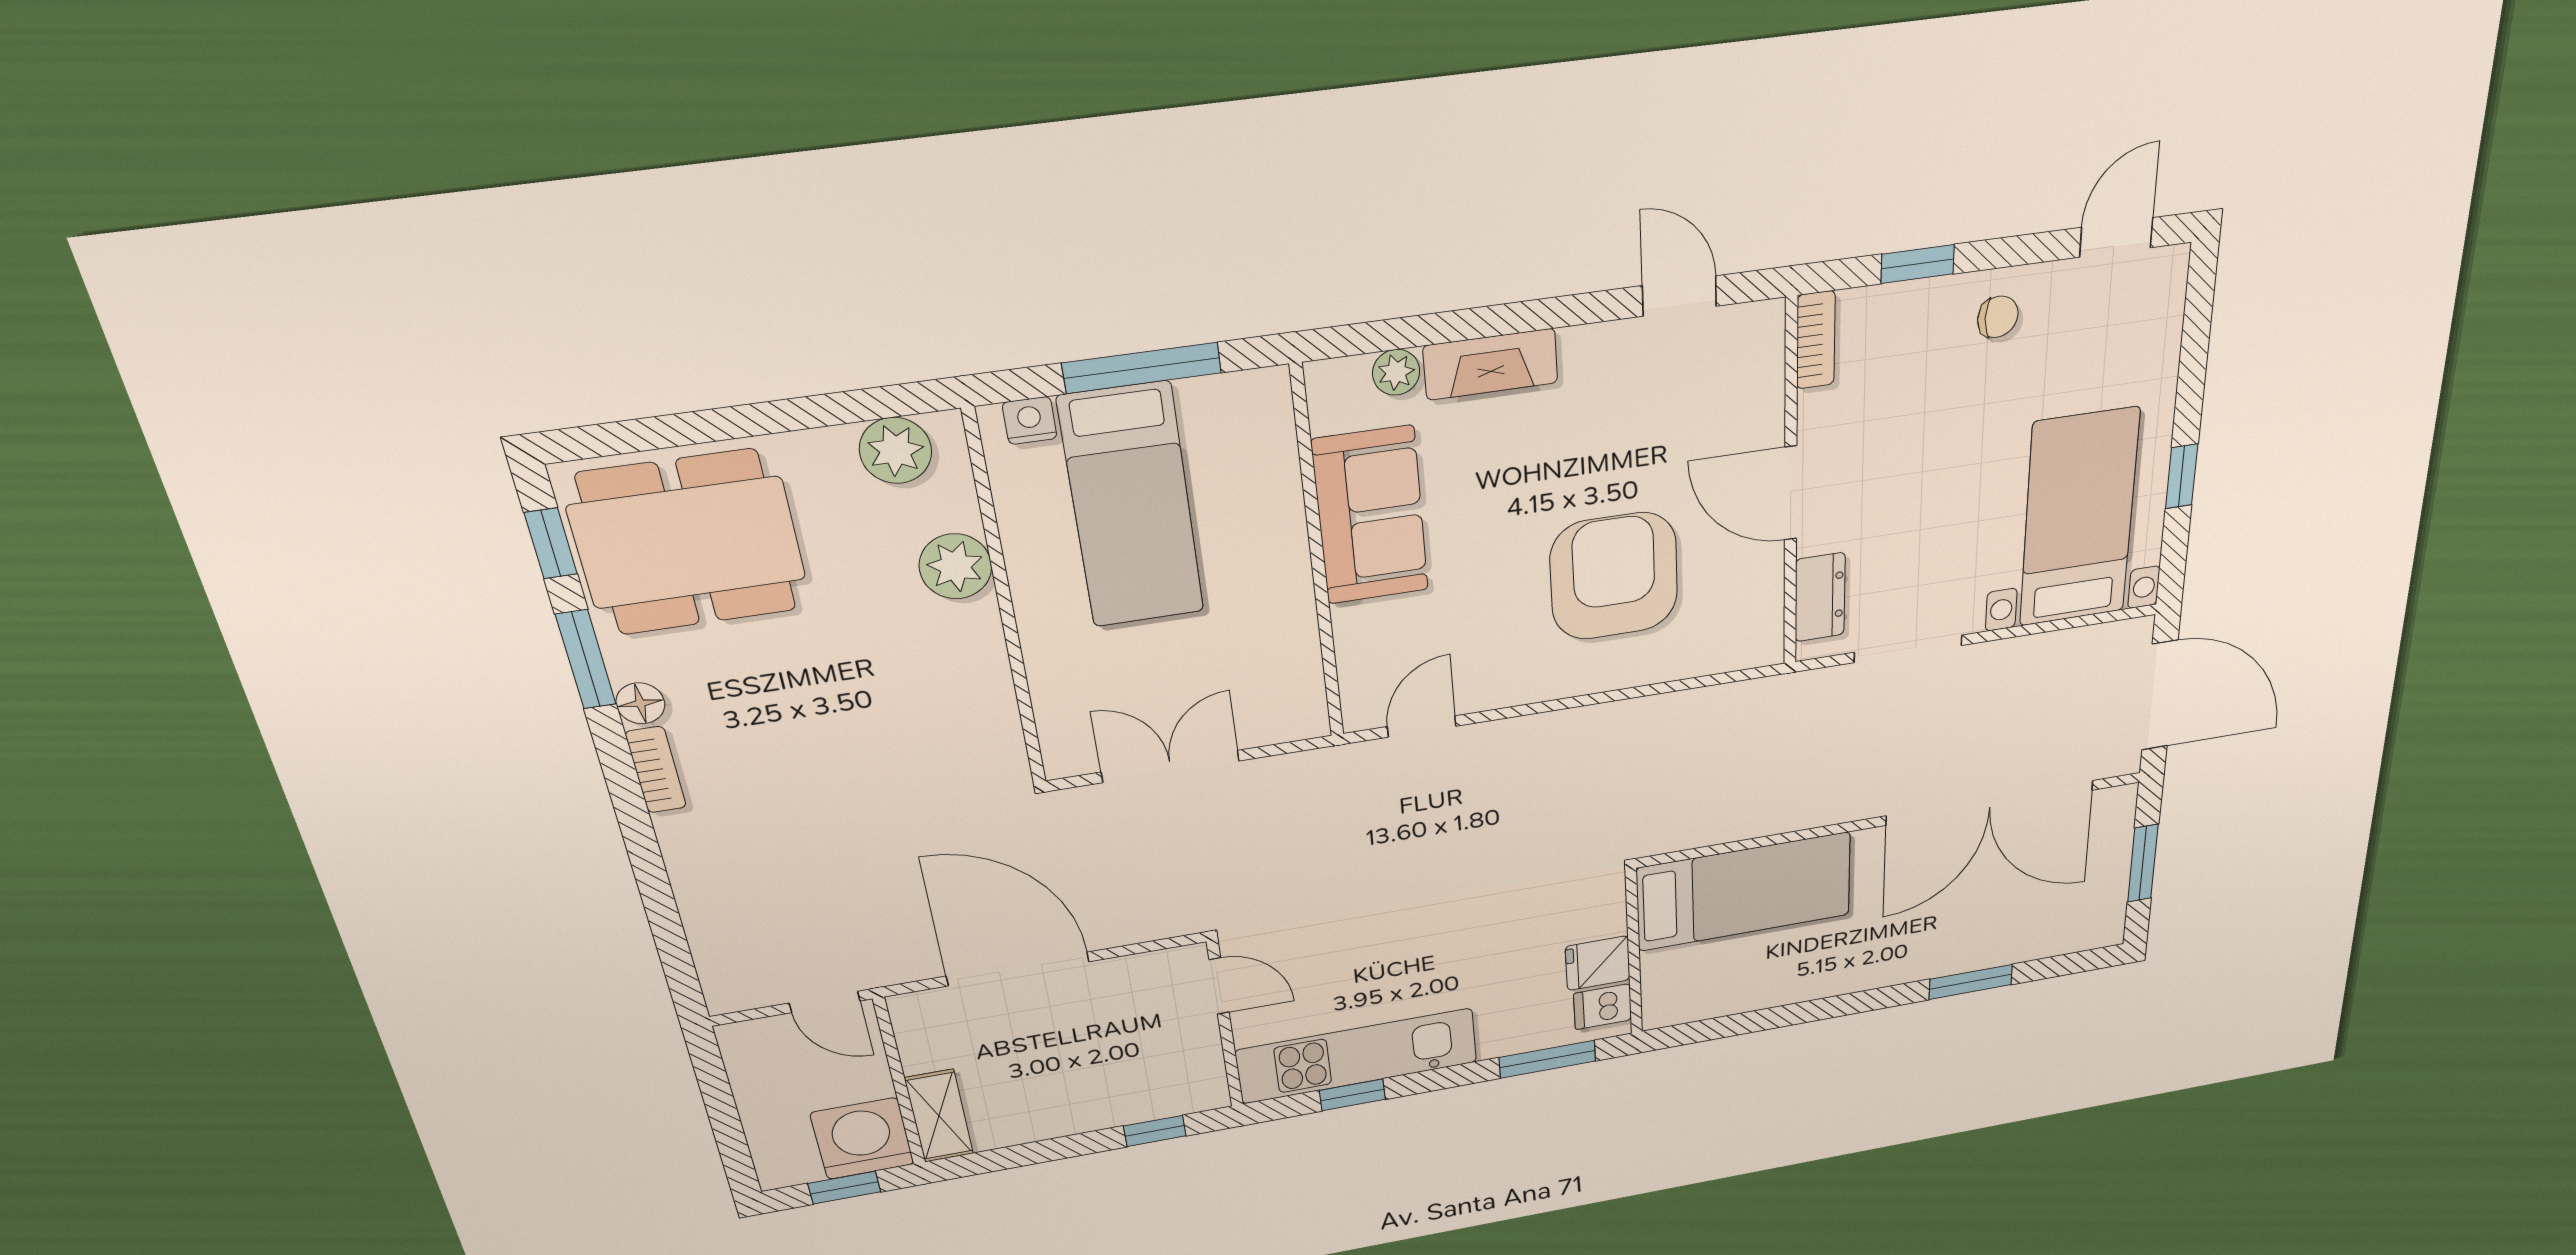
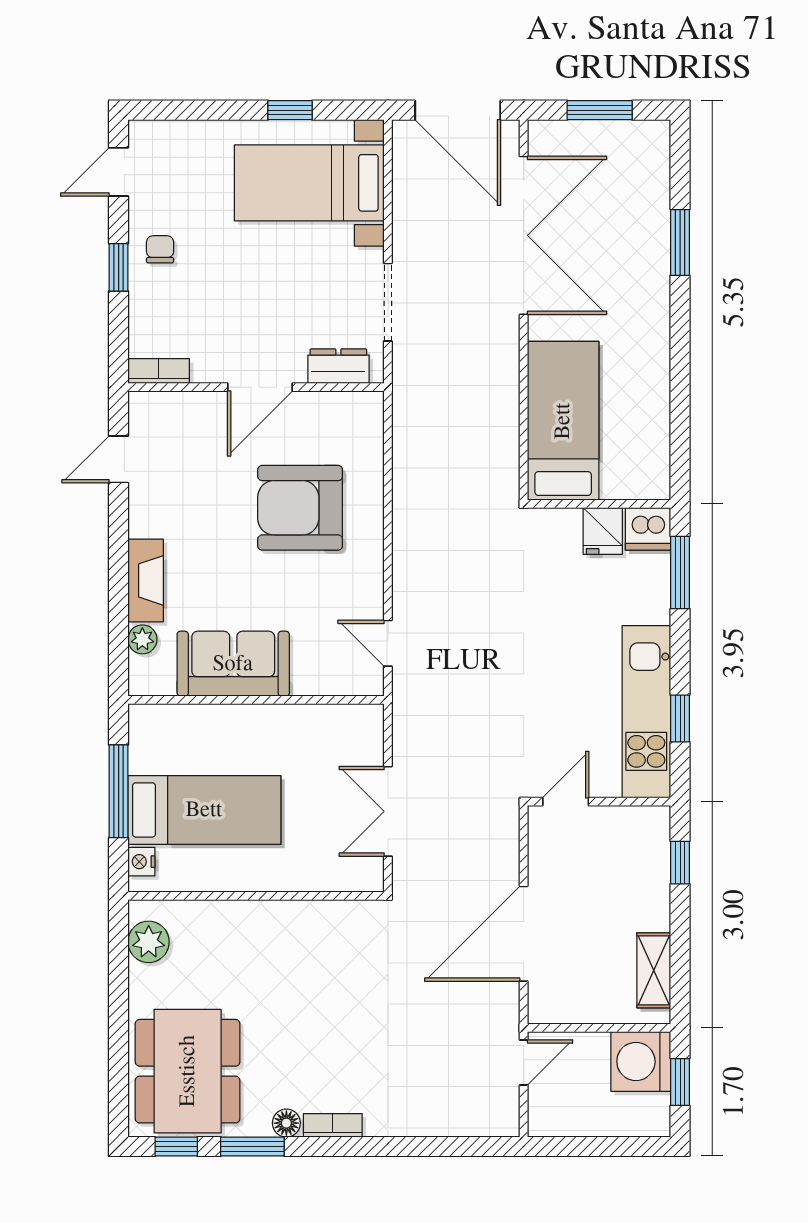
door: (2116, 237) -> (119, 172), hinge flipped
window: (1918, 264) -> (119, 267), moved
plant: (955, 566) -> (227, 921), removed
door: (2160, 695) -> (458, 110), swing flipped
dishwasher: (1603, 1007) -> (648, 529), width x1.38
shelving: (939, 1116) -> (654, 970), moved, turned 90

